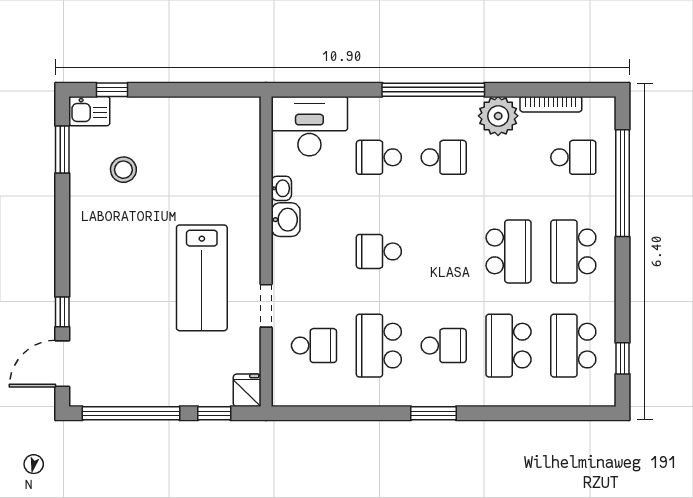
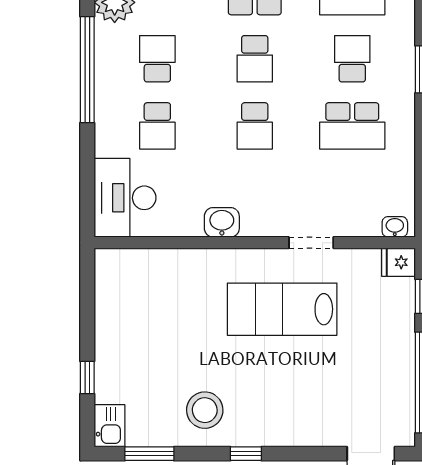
window: (112, 90) -> (87, 377), moved
stool: (123, 170) -> (205, 410), moved, width x1.38, depth x1.38
washbasin: (281, 188) -> (395, 227), moved
lab bench: (202, 278) -> (282, 309), turned 180
window: (62, 312) -> (246, 454), moved
school desk: (314, 346) -> (255, 59), moved, turned 180

